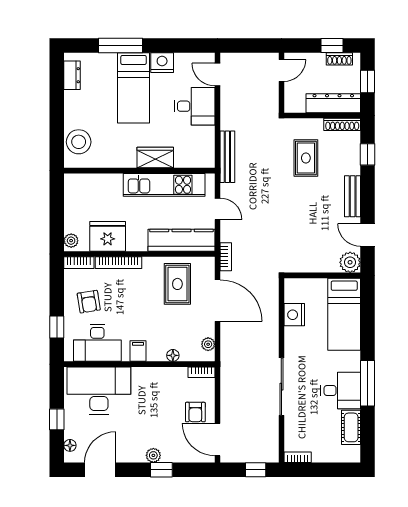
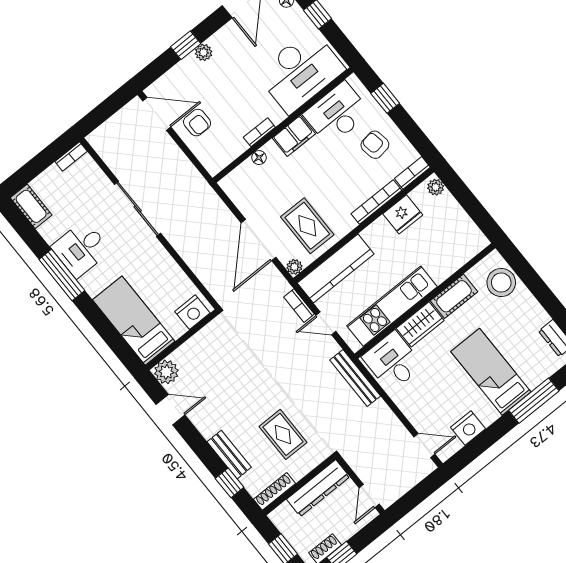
nightstand: (162, 63) -> (468, 428), moved
dresser: (333, 103) -> (318, 488), moved
desk: (195, 106) -> (393, 361), moved, turned 90
cot: (118, 158) -> (454, 296), added
bench: (353, 196) -> (229, 455), moved
fridge: (108, 236) -> (403, 214), width x0.73, depth x0.75
bookcase: (226, 257) -> (299, 306), moved
door: (218, 301) -> (259, 240), hinge flipped
nightstand: (294, 315) -> (192, 312), moved, turned 90
plant: (208, 344) -> (294, 267), moved
filing cabinet: (138, 351) -> (294, 136), width x2.00
bookcase: (201, 372) -> (259, 132), moved
armchair: (195, 412) -> (197, 123), turned 180
cot: (351, 427) -> (31, 206), moved
window: (256, 470) -> (100, 114), removed

